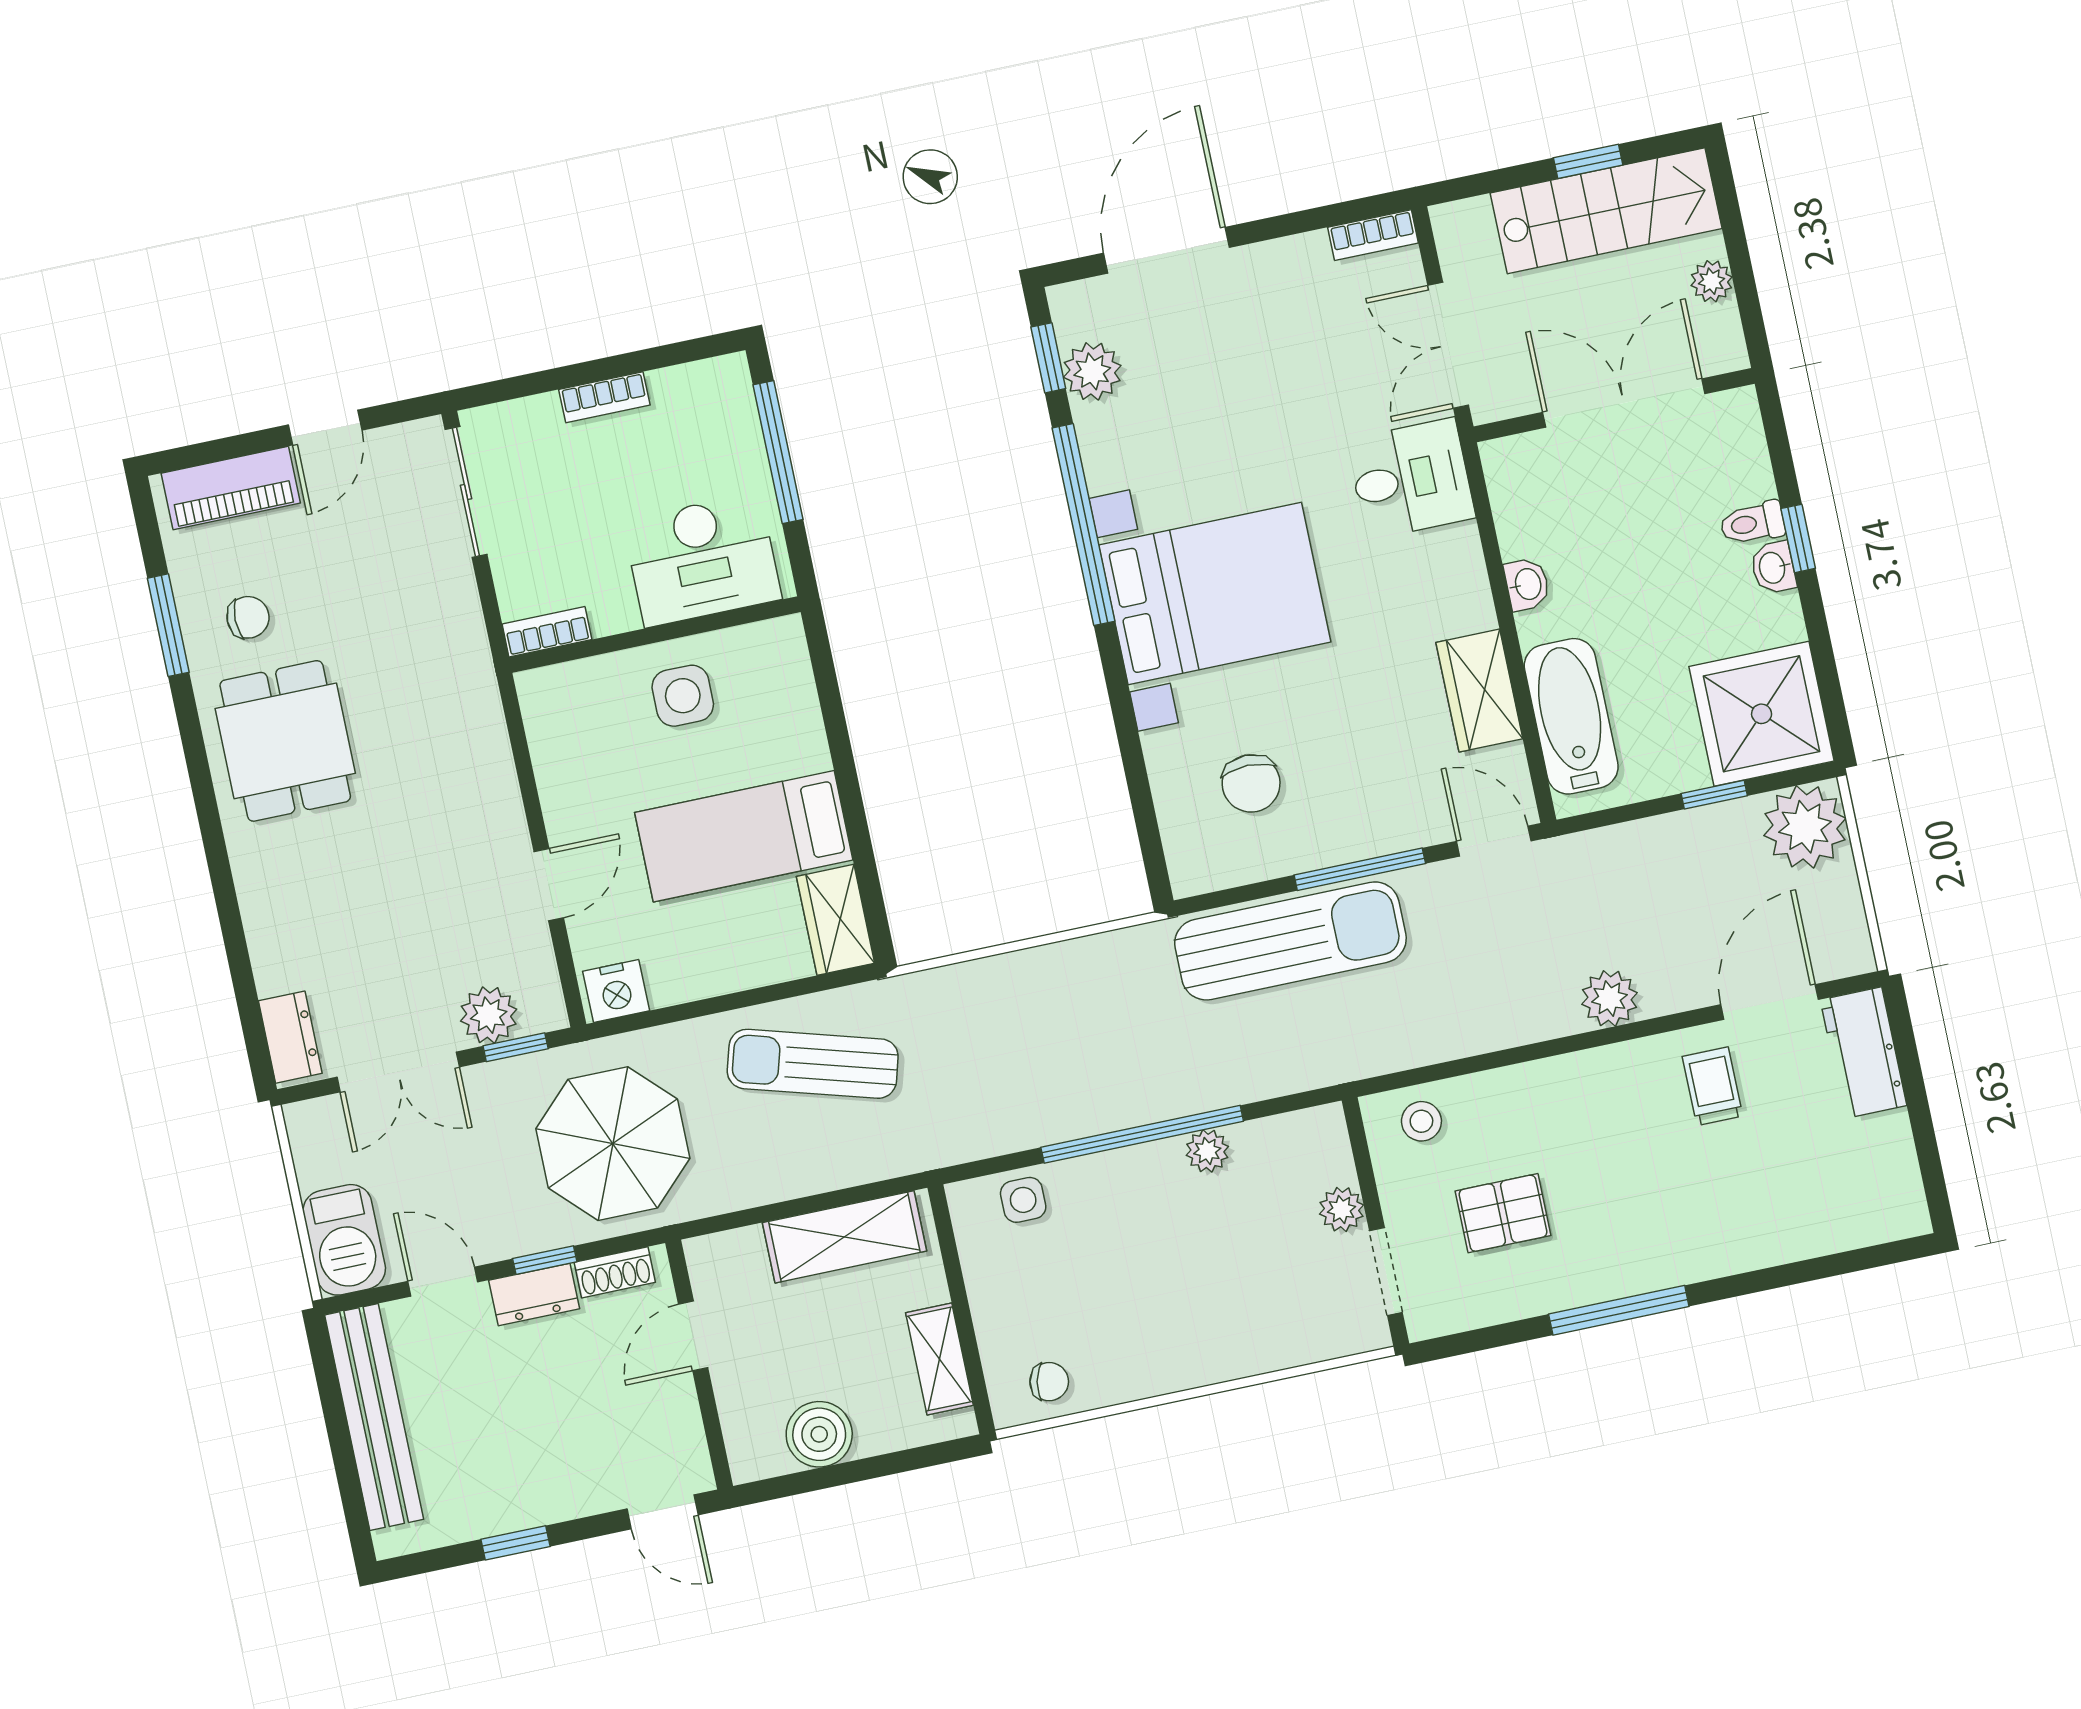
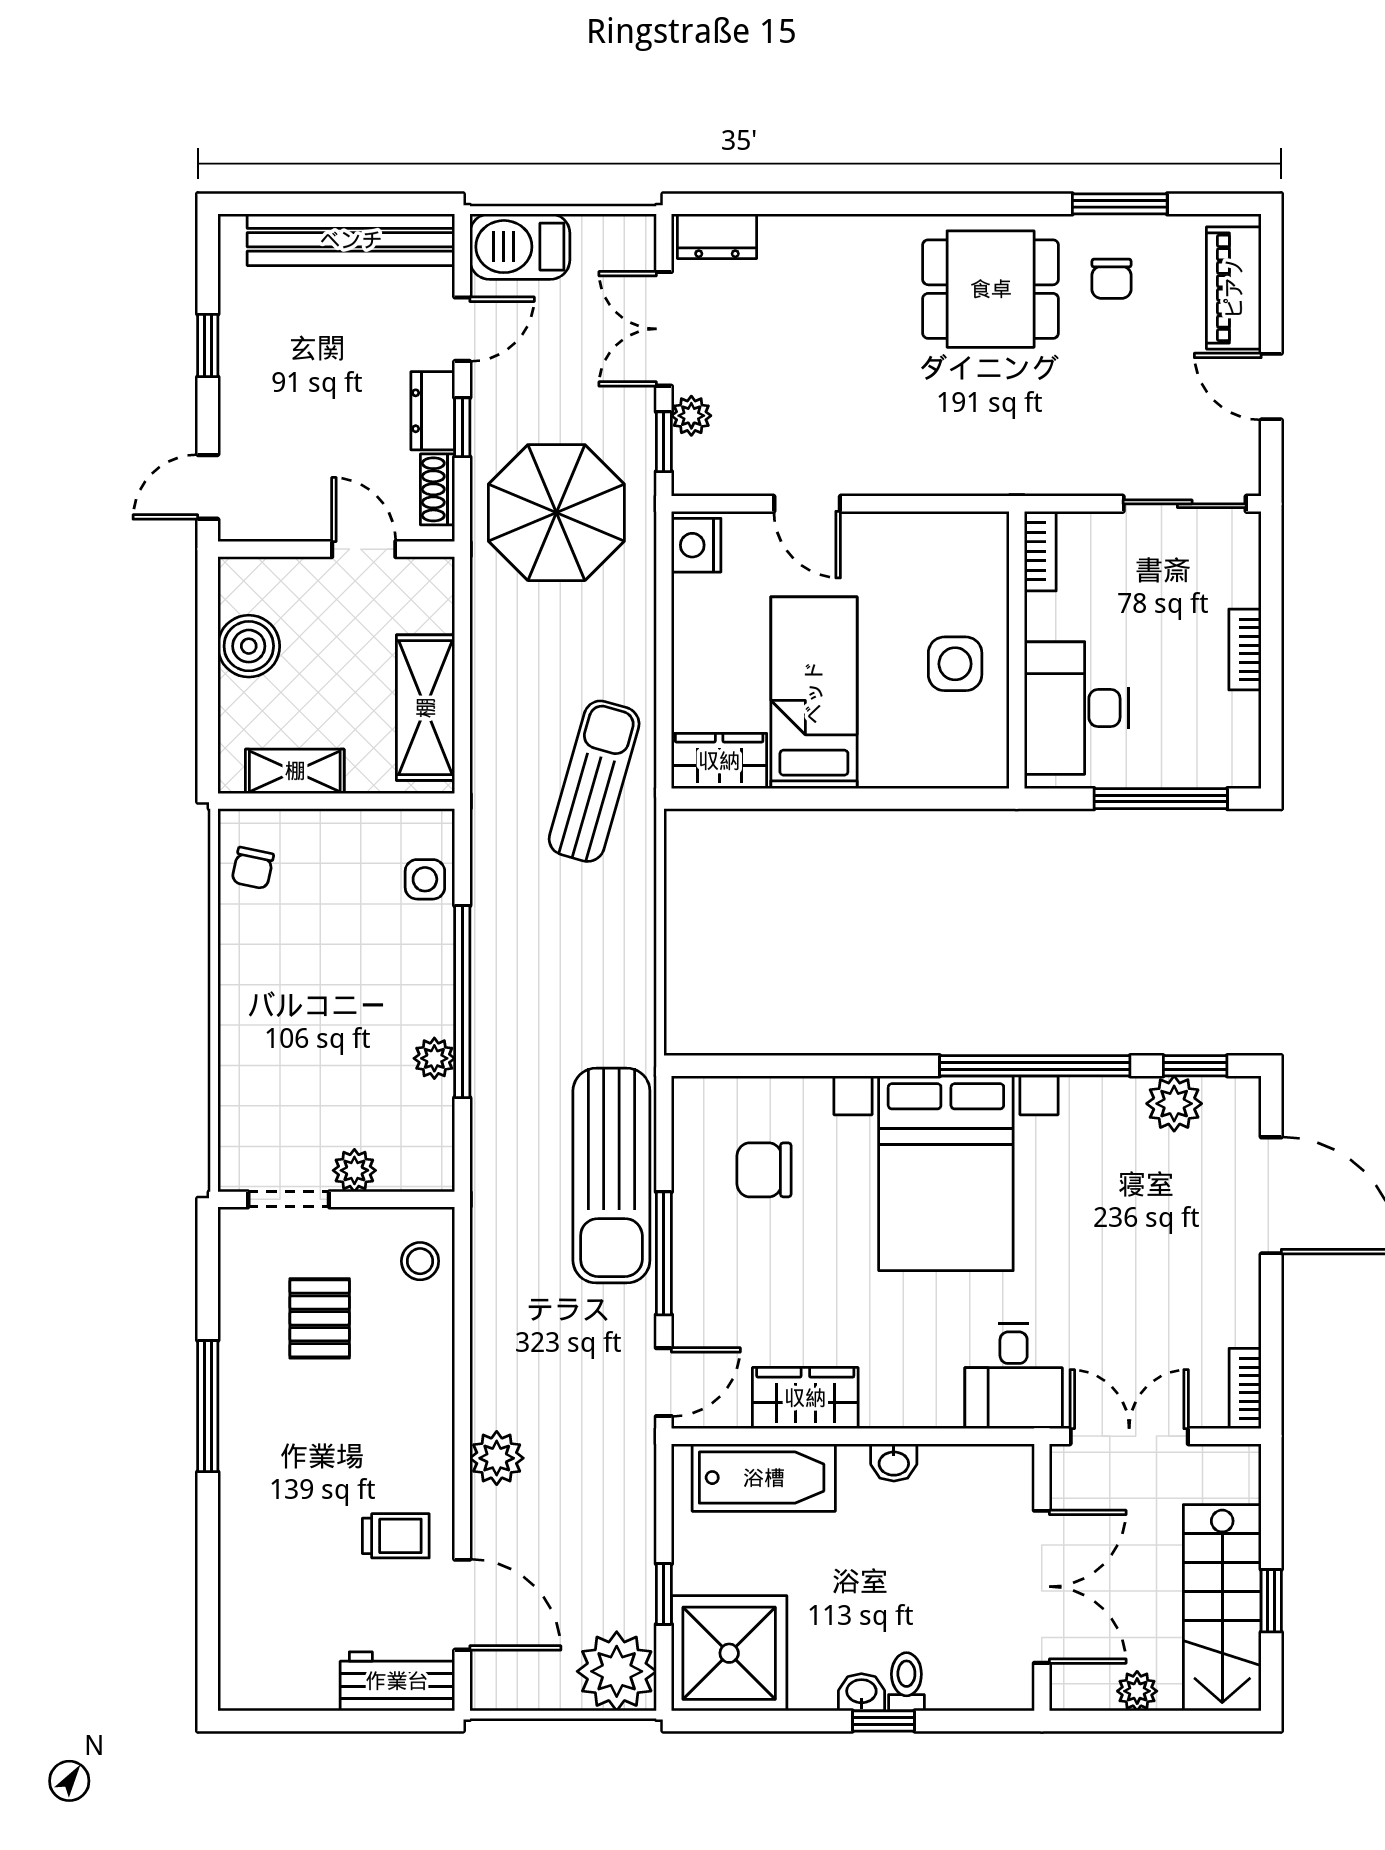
plant: (489, 1015) -> (691, 416), width x0.73, depth x0.73
sun lounger: (813, 1064) -> (594, 781), moved

